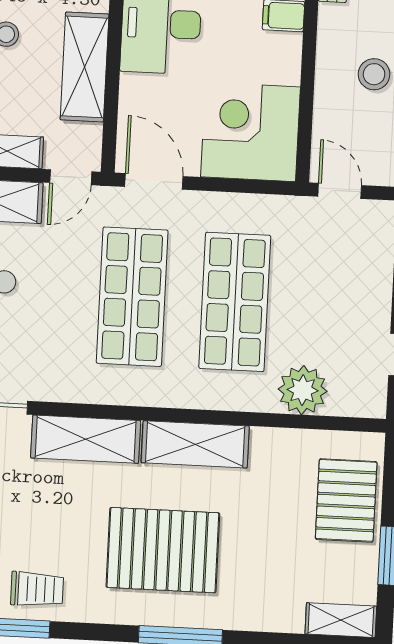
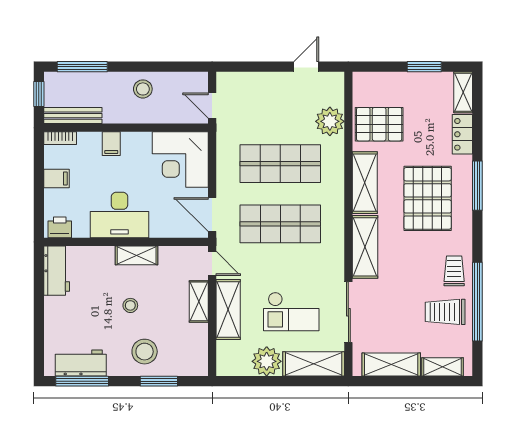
shelving: (85, 67) -> (137, 255), width x0.67, depth x0.75
door: (154, 181) -> (212, 215), hinge flipped
door: (340, 191) -> (212, 106), hinge flipped
pallet: (346, 500) -> (379, 124), moved
locker: (269, 615) -> (462, 134), added

